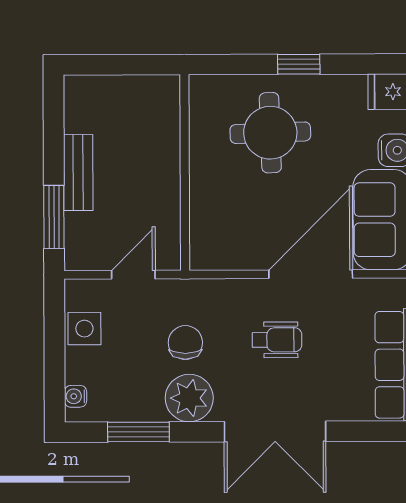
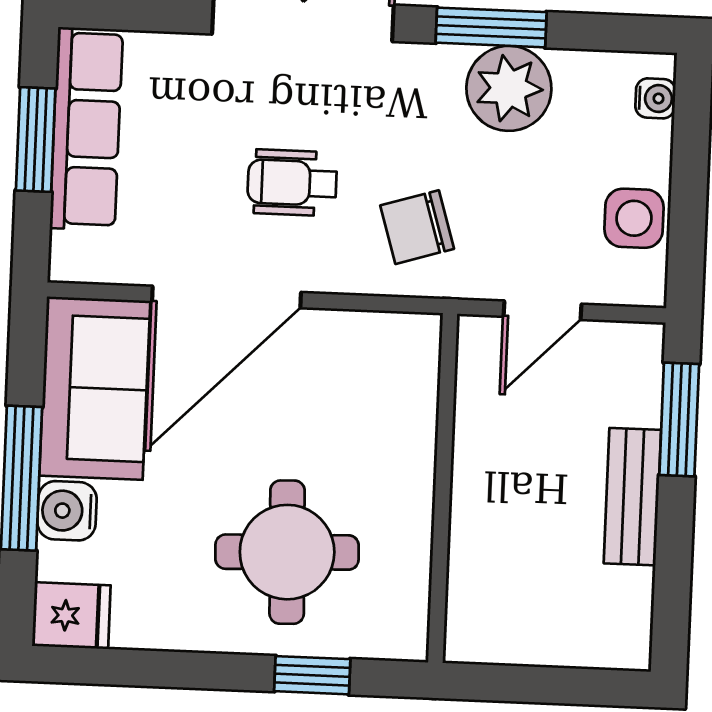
window: (299, 64) -> (312, 675), moved
chair: (185, 342) -> (417, 227), moved, turned 73
plant: (189, 398) -> (509, 88), moved
window: (138, 432) -> (491, 27), moved

